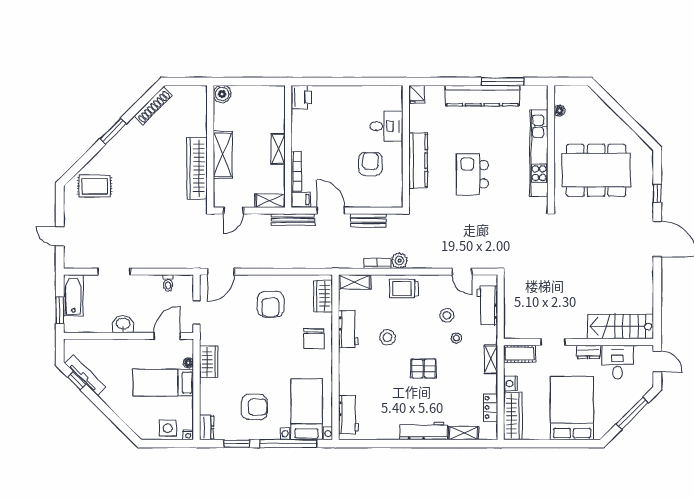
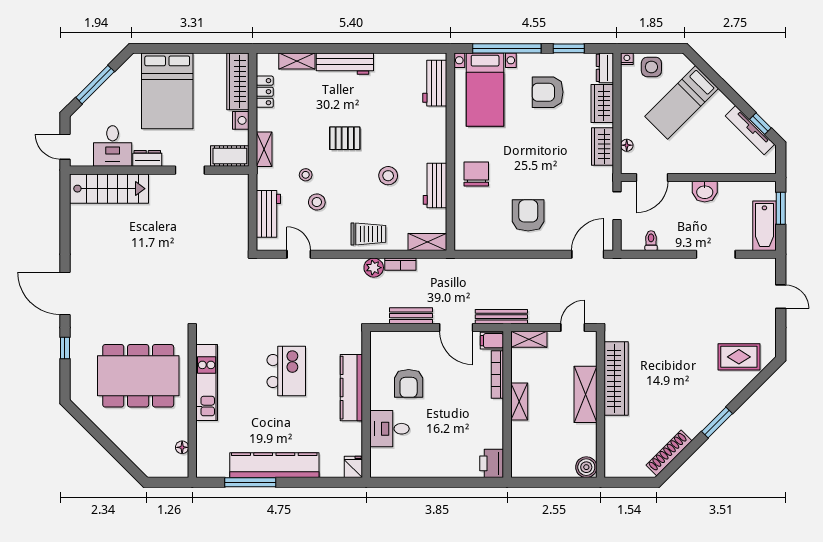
kitchen unit: (539, 153) -> (207, 382), width x0.73
wardrobe: (323, 296) -> (602, 103), moved, turned 180
bed: (163, 383) -> (682, 102), moved, turned 135

